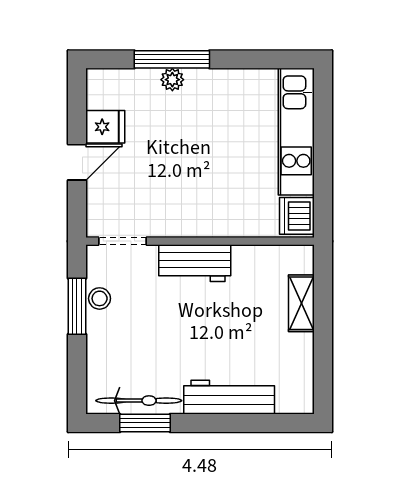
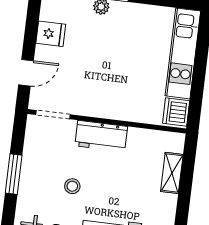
door: (77, 162) -> (26, 73), moved
stool: (100, 298) -> (72, 186), moved
window: (77, 306) -> (14, 174), moved

